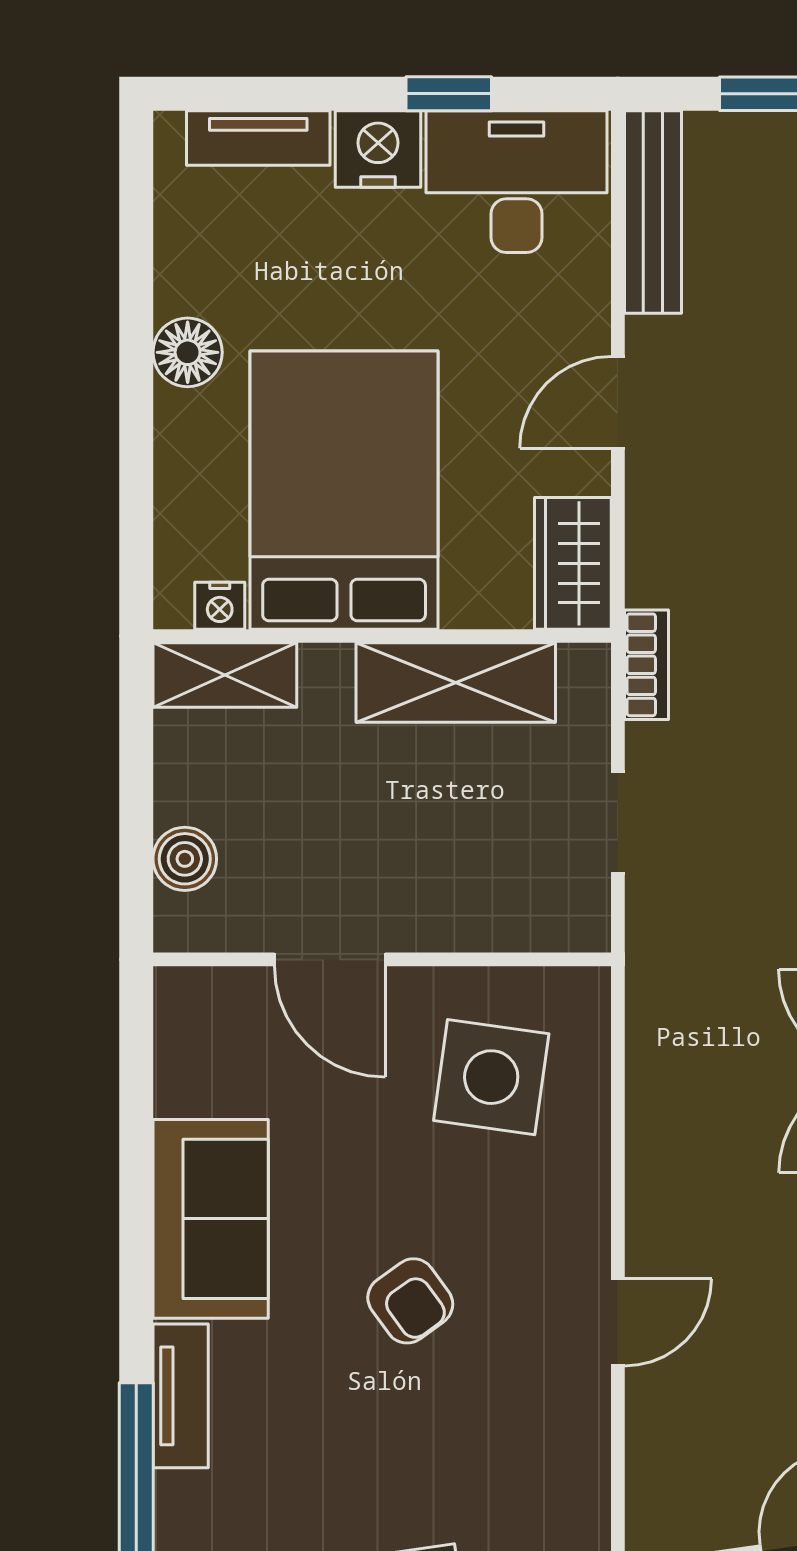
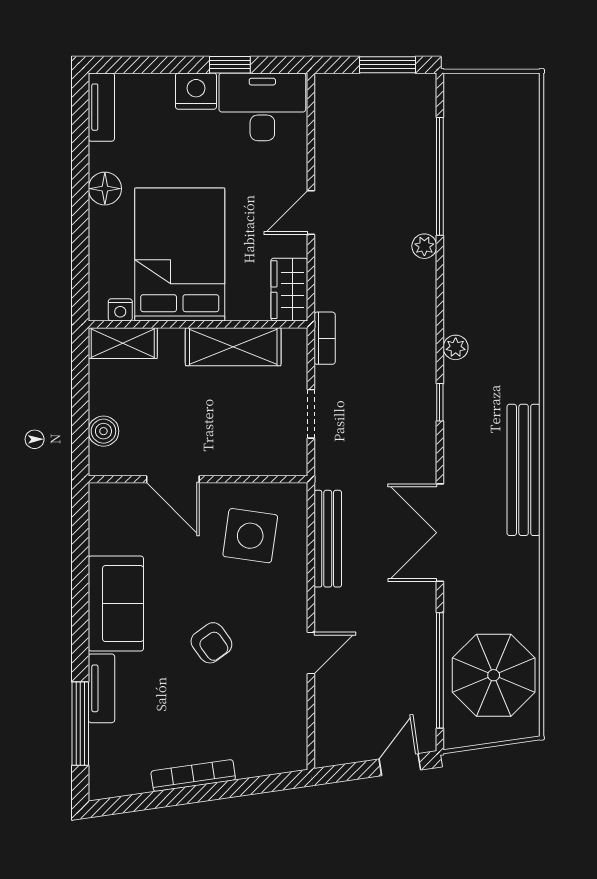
tv unit: (258, 138) -> (101, 107), moved, turned -90
bench: (653, 212) -> (328, 539), moved

